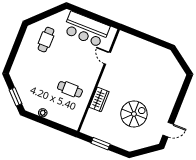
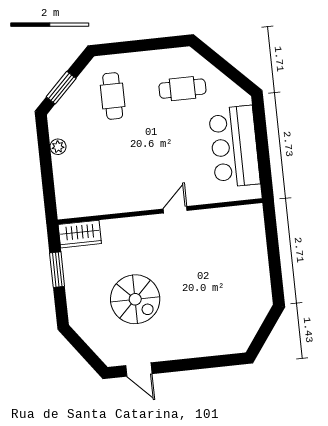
door: (107, 58) -> (175, 210), moved
cafe table: (70, 89) -> (113, 96), moved
wardrobe: (99, 99) -> (80, 234), moved

